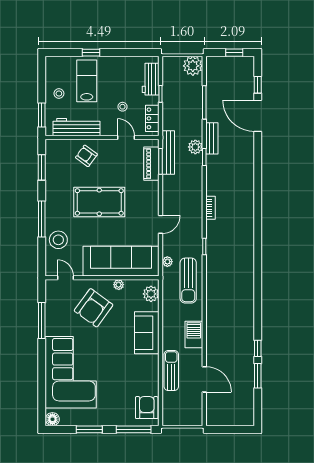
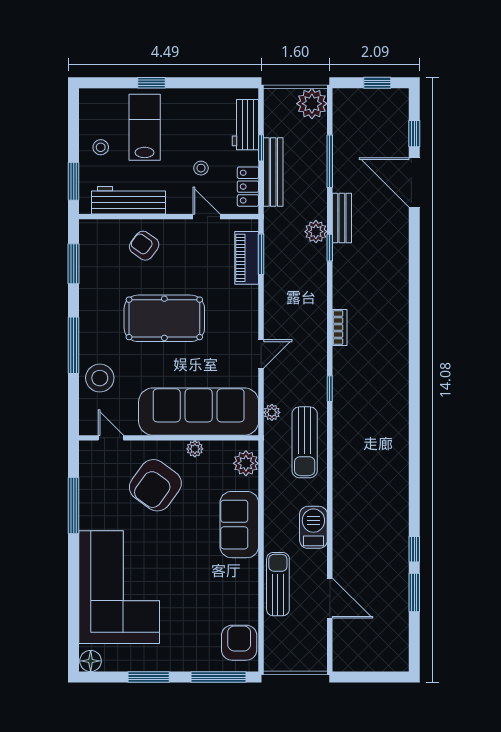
bench: (168, 153) -> (273, 172), moved

